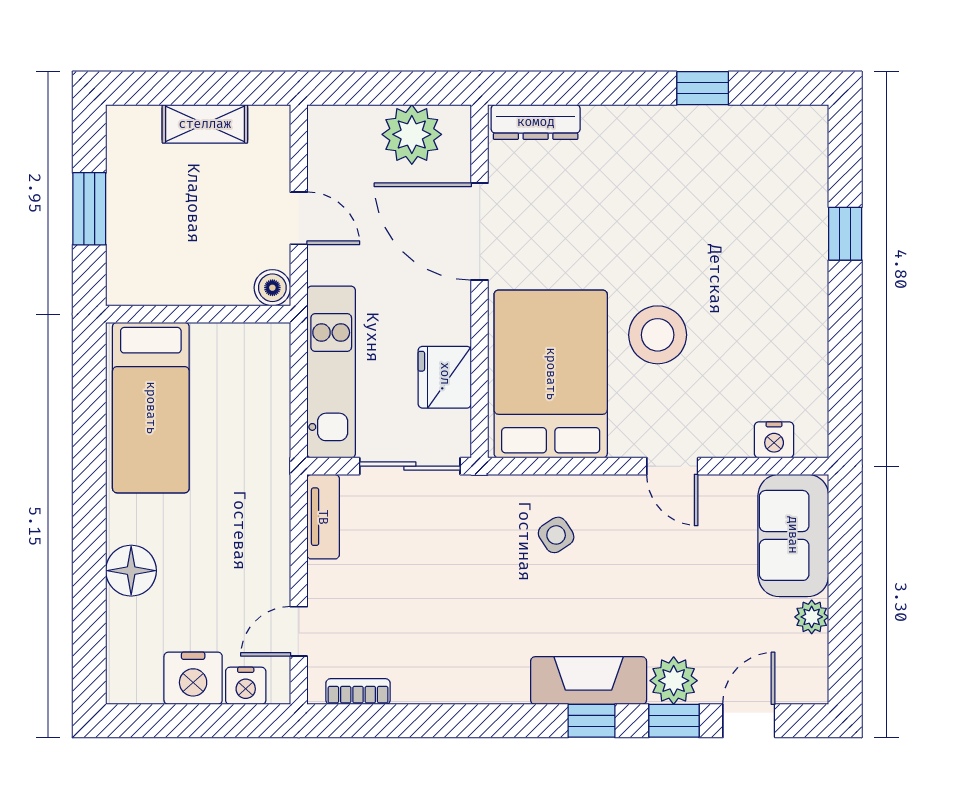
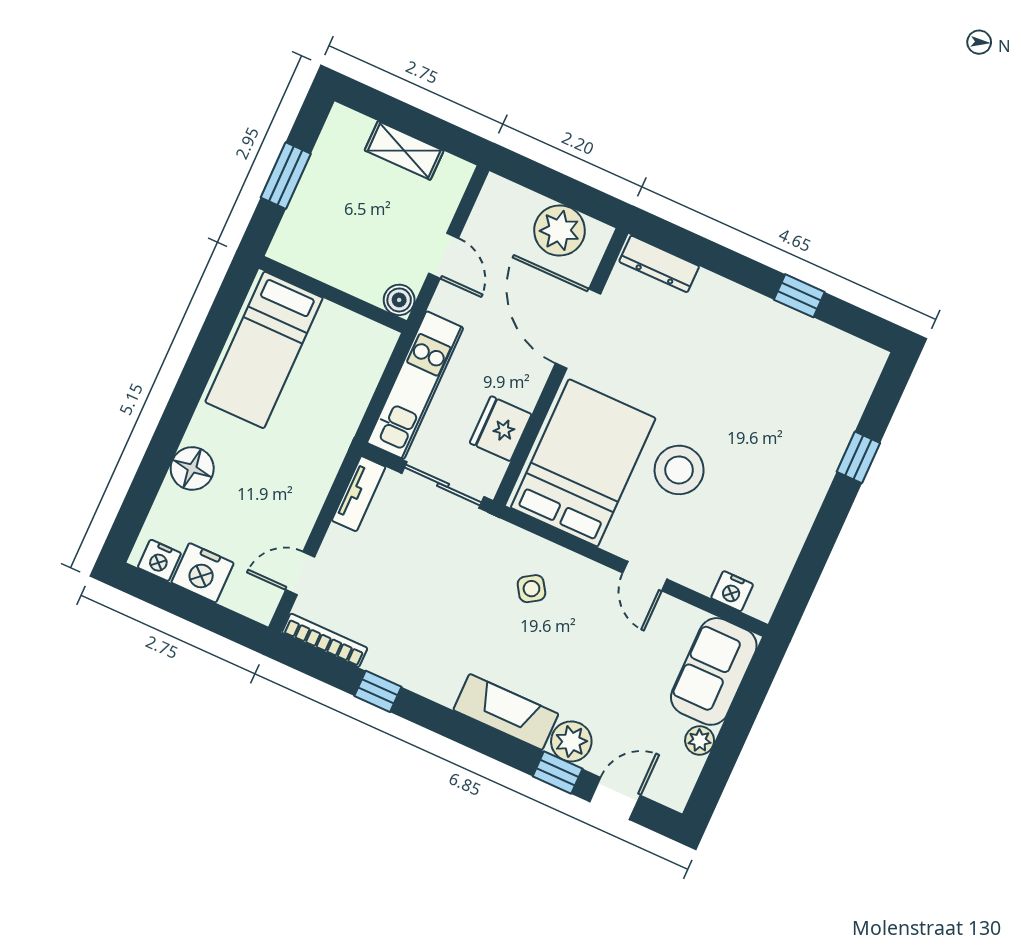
nightstand: (246, 686) -> (159, 560), moved
bookcase: (358, 692) -> (325, 640), width x1.56
window: (591, 721) -> (378, 691), moved

